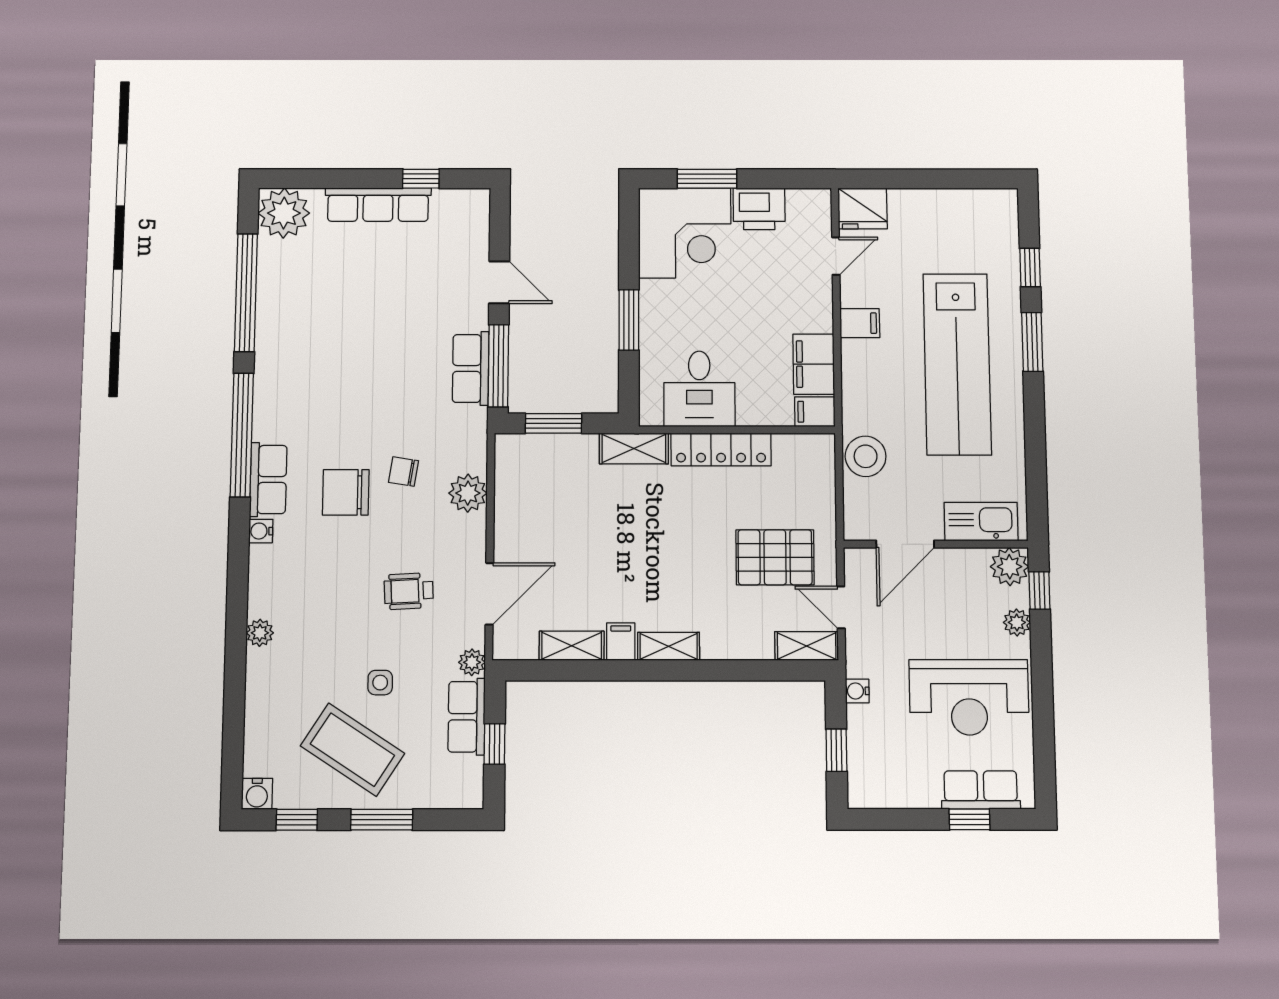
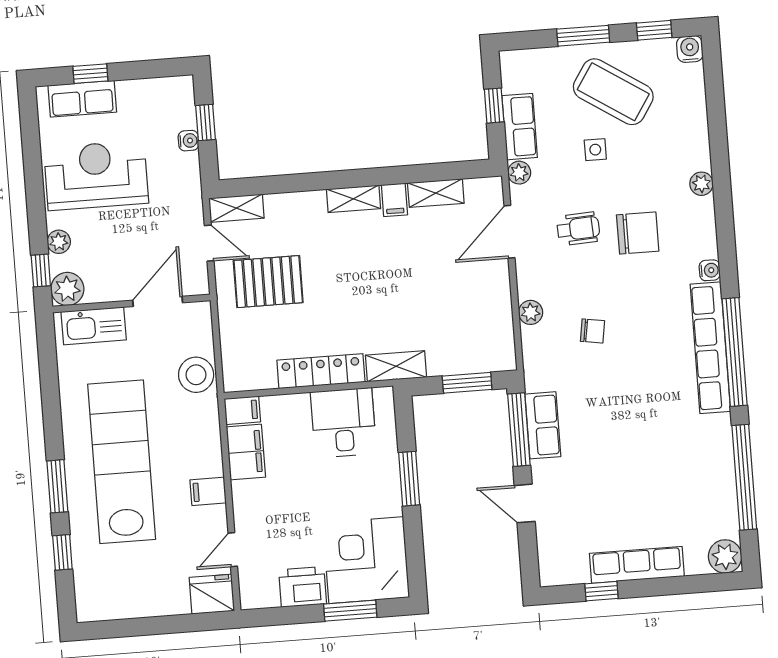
plant: (284, 213) -> (725, 556), width x0.73, depth x0.73
row of seats: (268, 480) -> (710, 348), width x2.02
chair: (346, 492) -> (638, 233), moved
plant: (468, 493) -> (531, 312), width x0.73, depth x0.73
water cooler: (857, 691) -> (188, 141), moved

